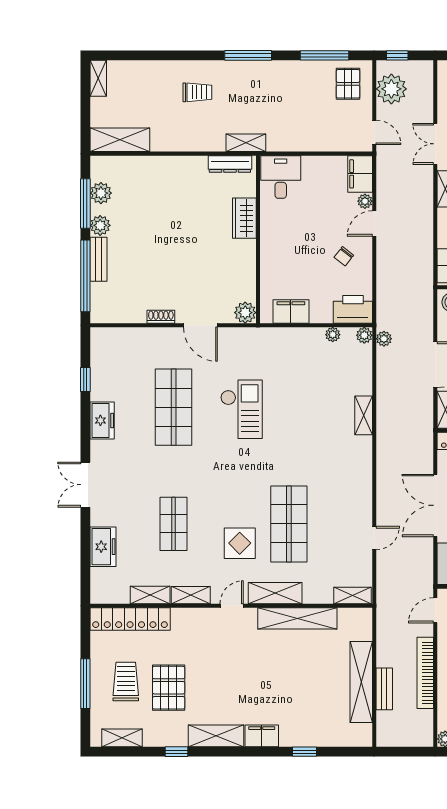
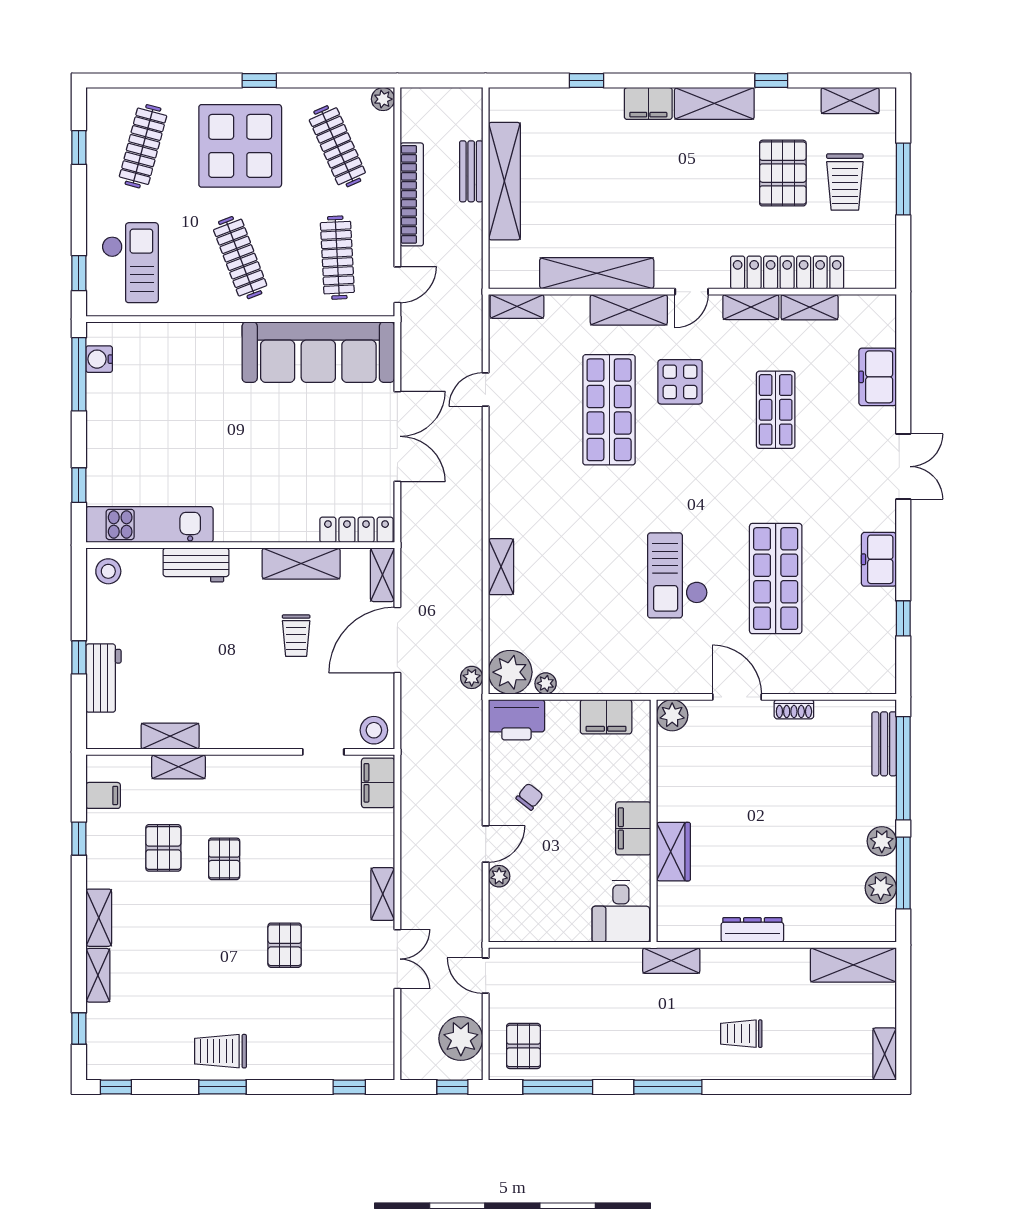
dresser: (230, 164) -> (752, 930), moved
filing cabinet: (360, 174) -> (633, 828), moved, turned 180
bench: (99, 259) -> (884, 744), moved
plant: (364, 335) -> (510, 672), width x1.87, depth x1.87
locker: (130, 619) -> (787, 272), moved

